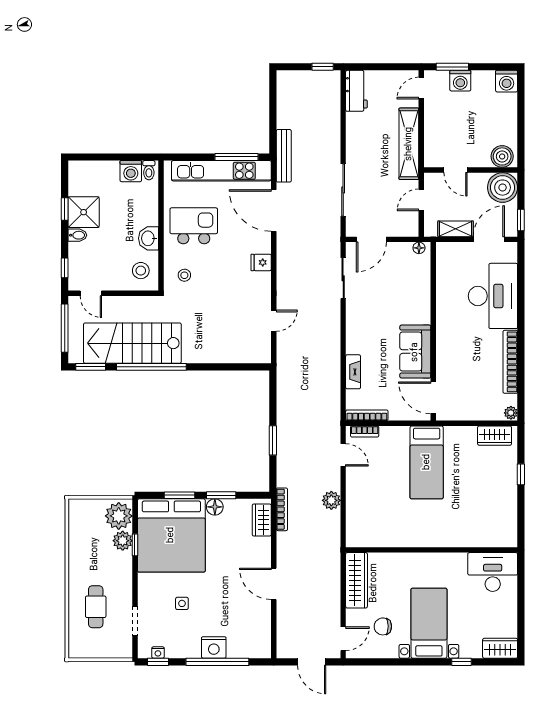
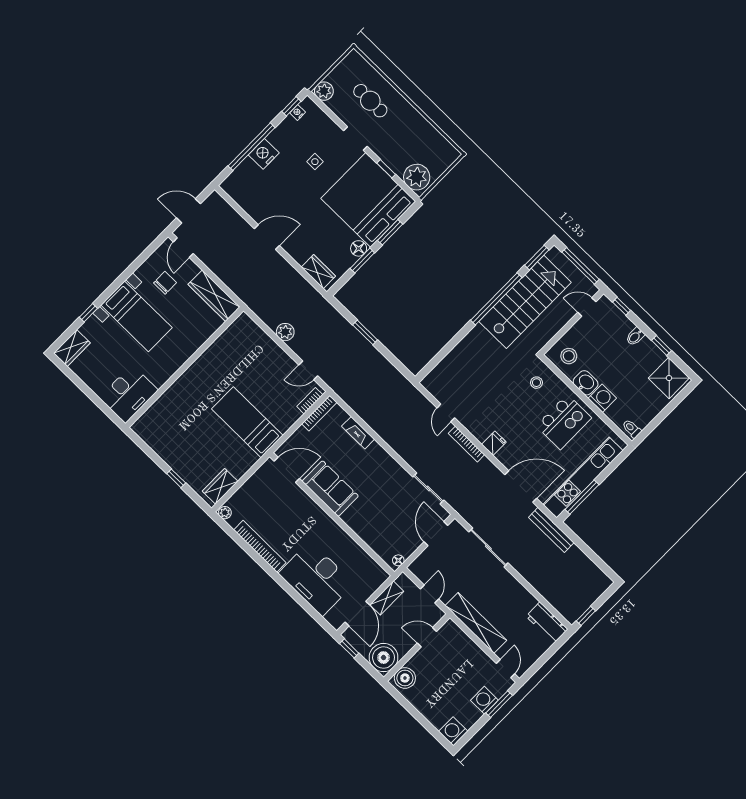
washing machine: (131, 171) -> (602, 398), moved, turned 90
shower: (84, 212) -> (669, 378), moved
bookcase: (282, 509) -> (466, 444), moved
plant: (123, 541) -> (324, 91), moved
doorway: (135, 621) -> (355, 138), moved

